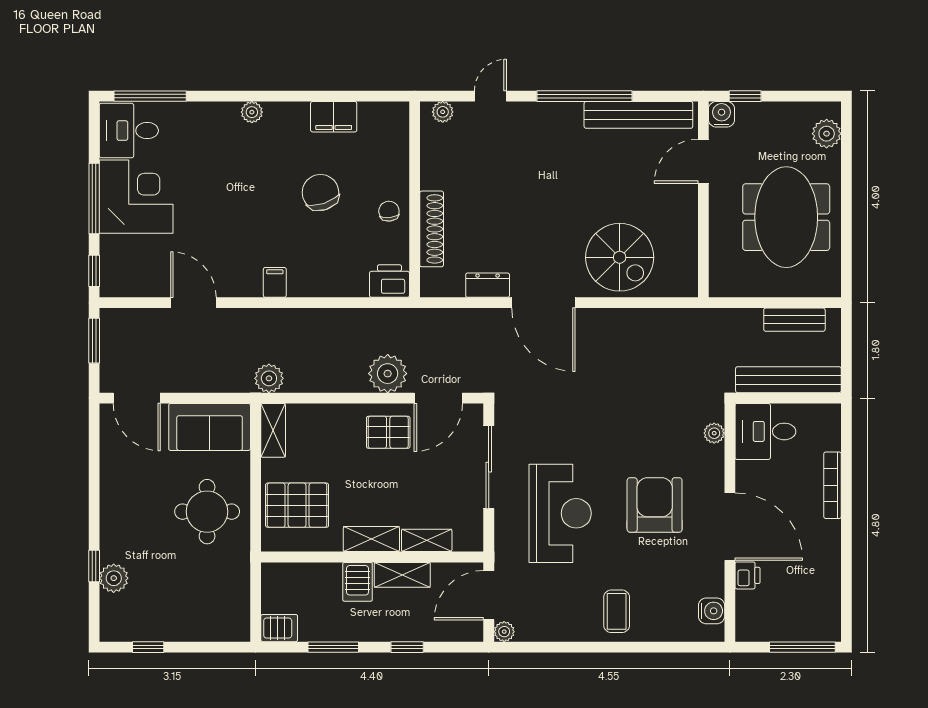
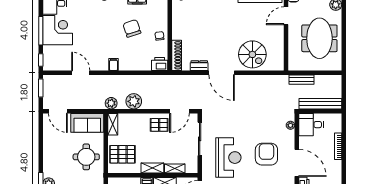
shoe rack: (432, 229) -> (177, 55), moved
bench: (794, 320) -> (301, 80), moved
plant: (388, 374) -> (134, 101), moved

